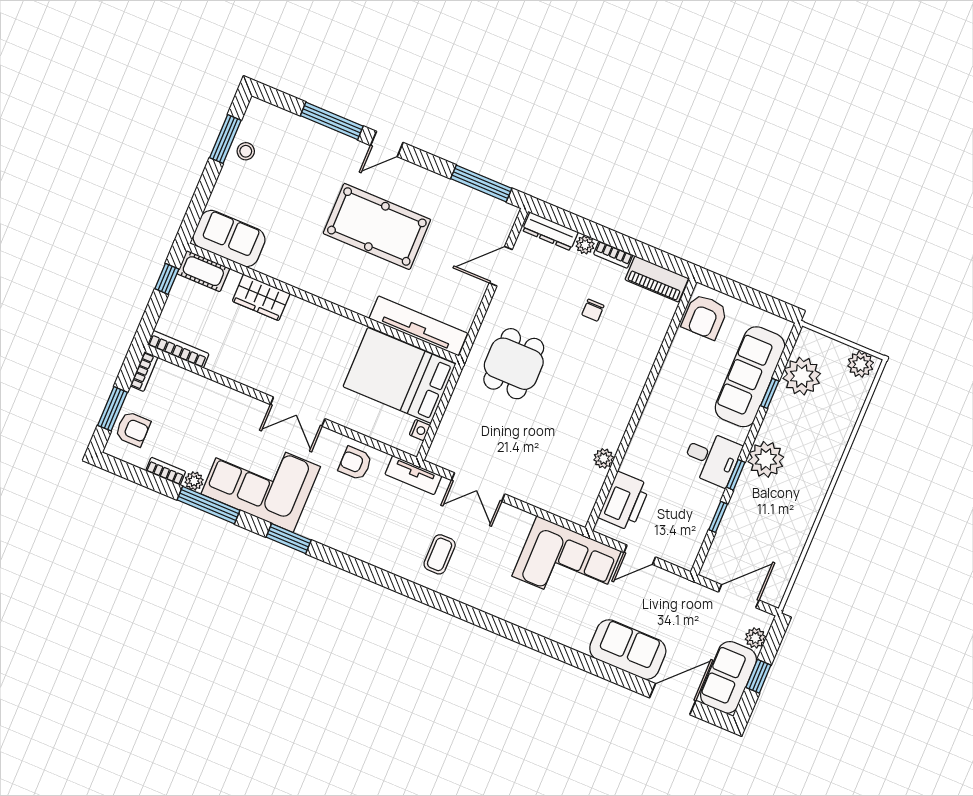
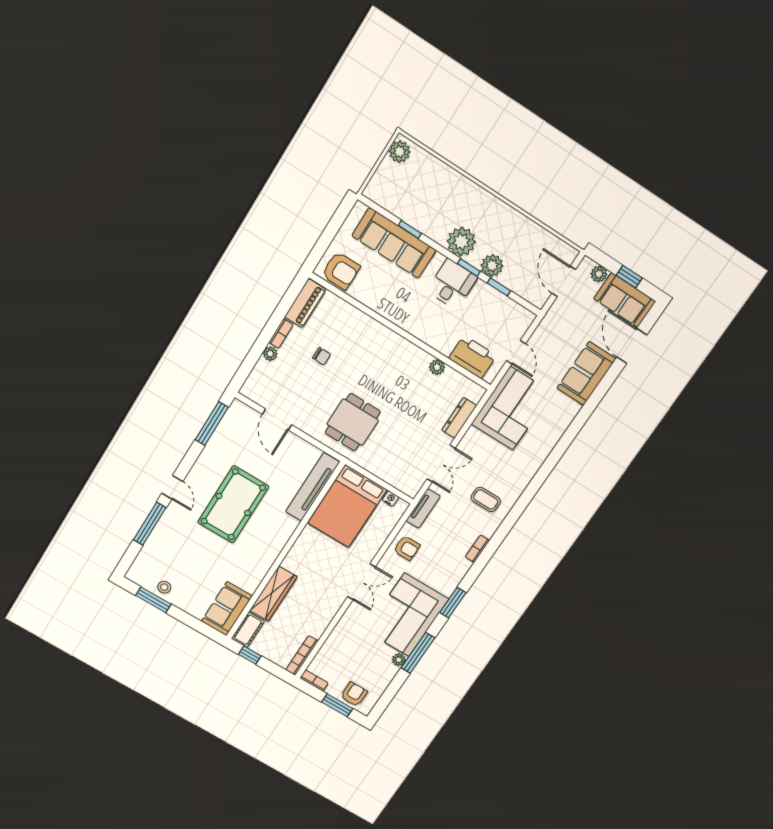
dresser: (550, 231) -> (459, 418), moved, turned 180
wardrobe: (261, 297) -> (273, 594), width x1.50
dining table: (514, 364) -> (353, 422), turned 90
plant: (802, 376) -> (492, 265), moved, width x0.73, depth x0.73
armchair: (355, 463) -> (407, 548), turned -90
bookcase: (166, 471) -> (477, 549), moved

